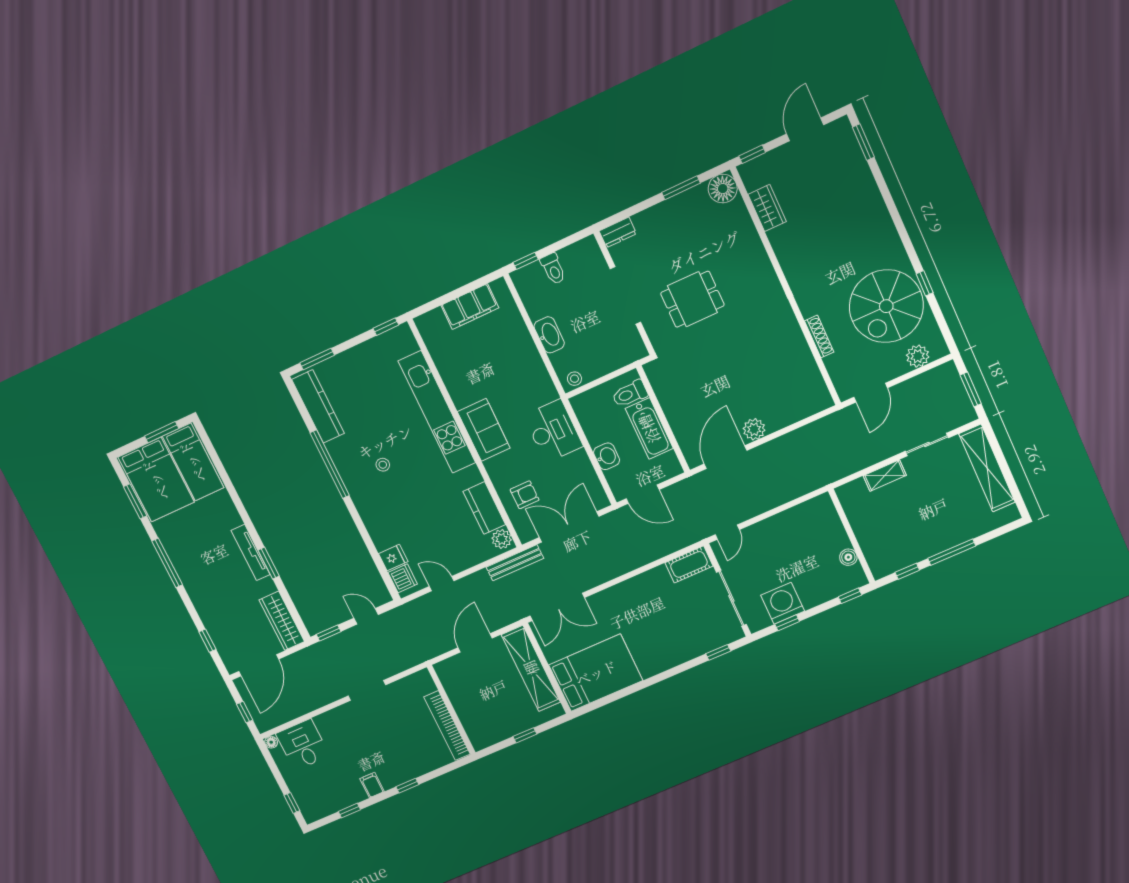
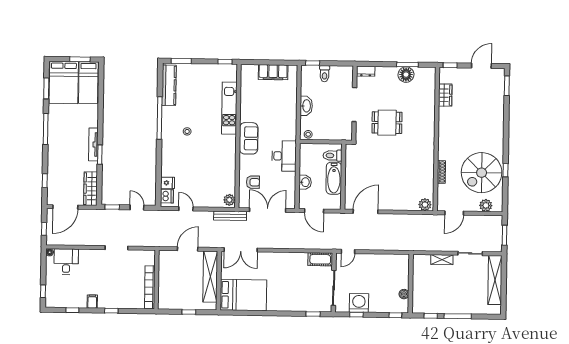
floor lamp: (723, 189) -> (406, 75), moved
kitchen unit: (437, 412) -> (229, 108), width x0.73
plant: (754, 429) -> (425, 205), moved
kitchen counter: (484, 508) -> (229, 179), removed

